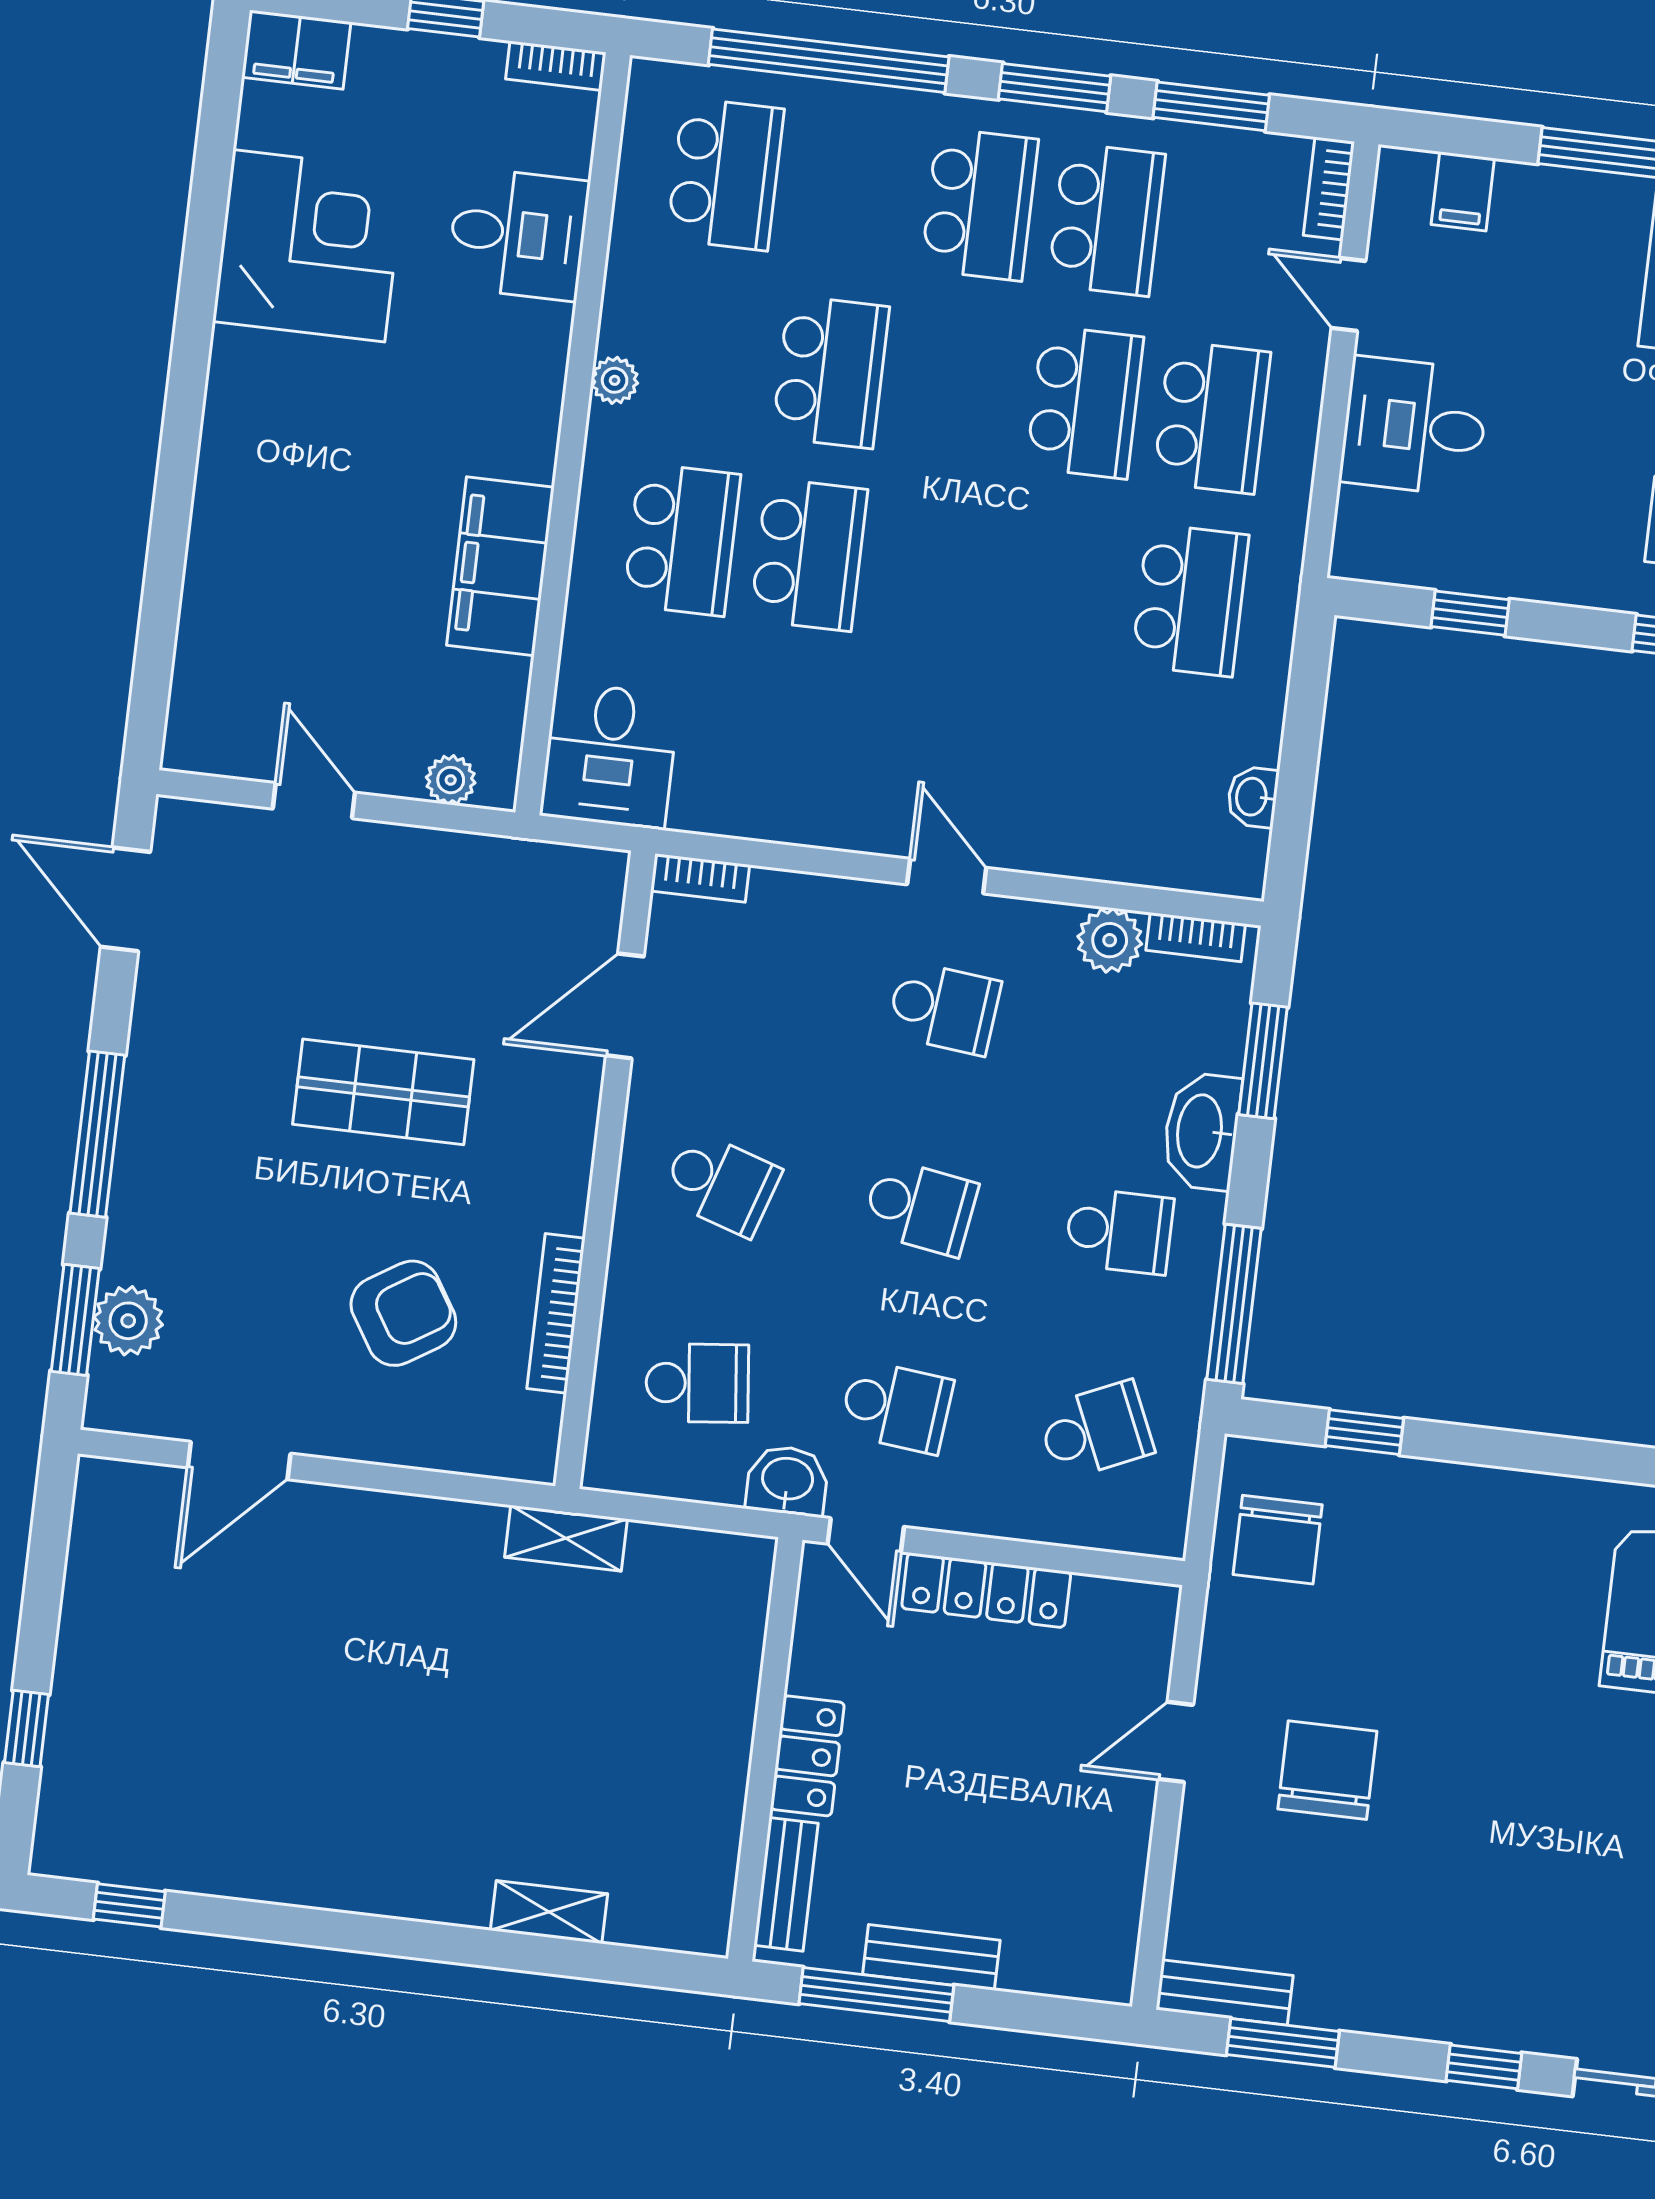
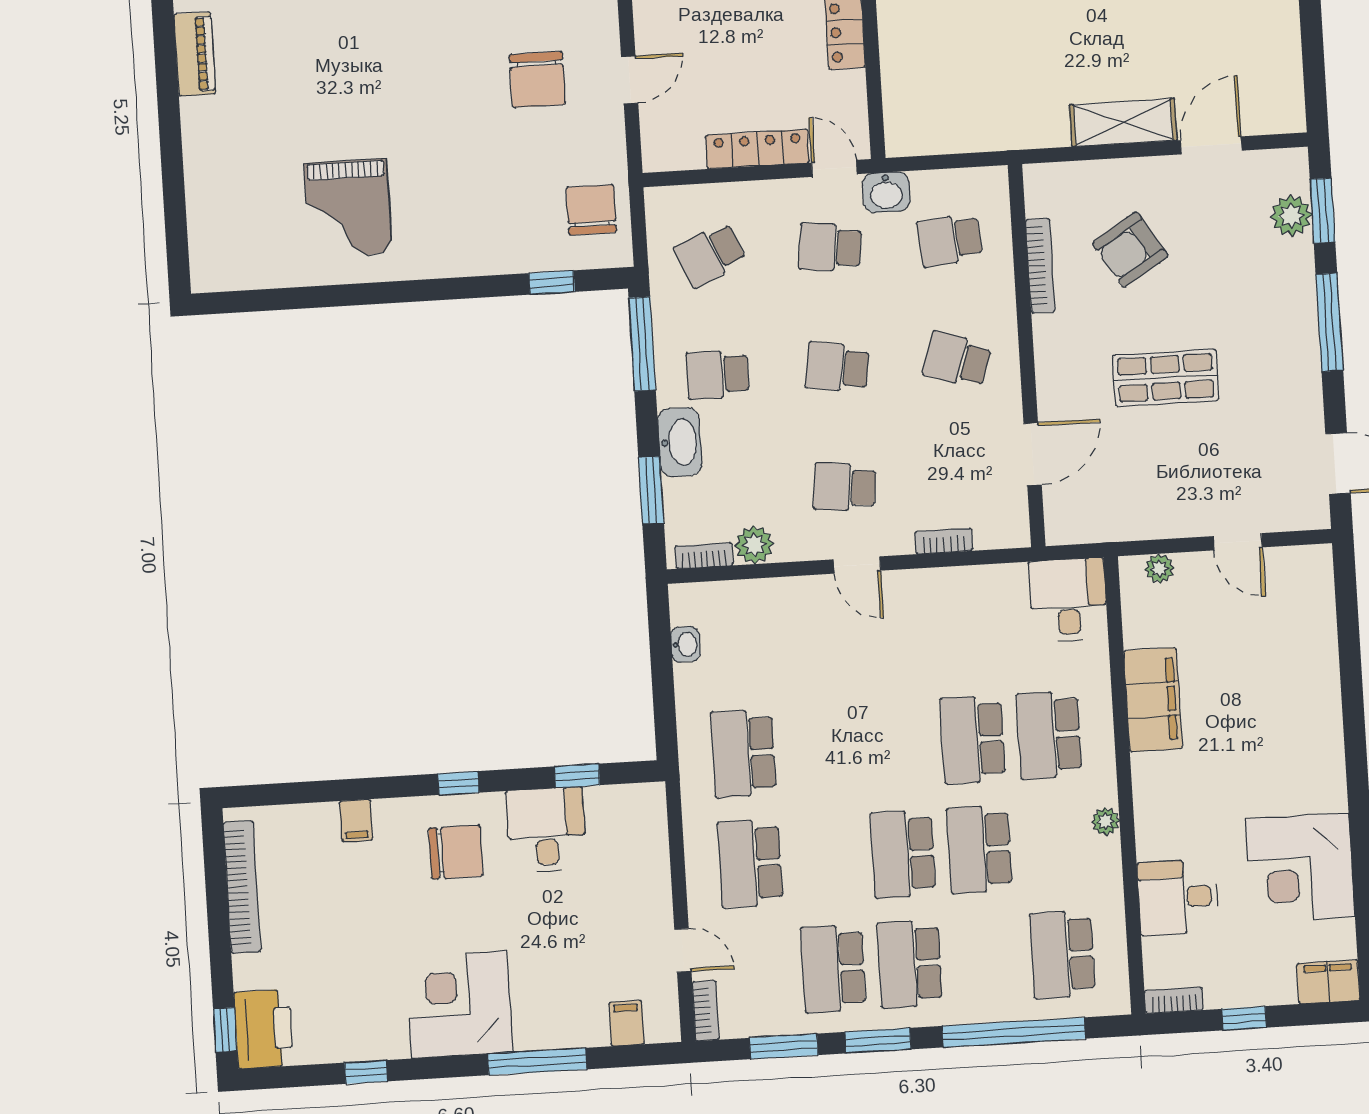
school desk: (1085, 402) -> (903, 854), moved
desk: (1414, 426) -> (546, 830), moved, turned -90
bookcase: (700, 878) -> (944, 541), moved
shelving: (566, 1538) -> (1123, 122), moved, width x1.50, depth x1.33

